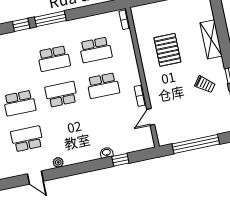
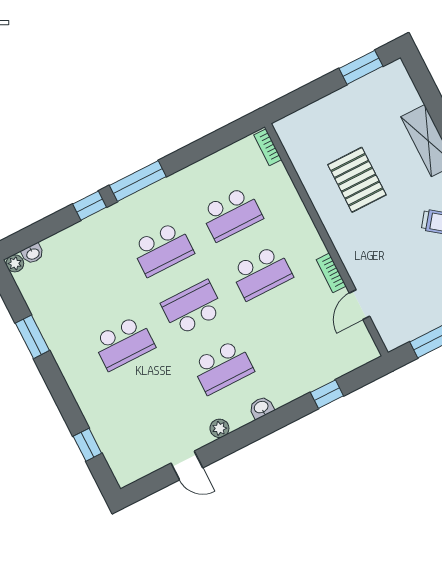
school desk: (27, 139) -> (223, 367), moved, turned 180
washbasin: (106, 153) -> (261, 408), moved

